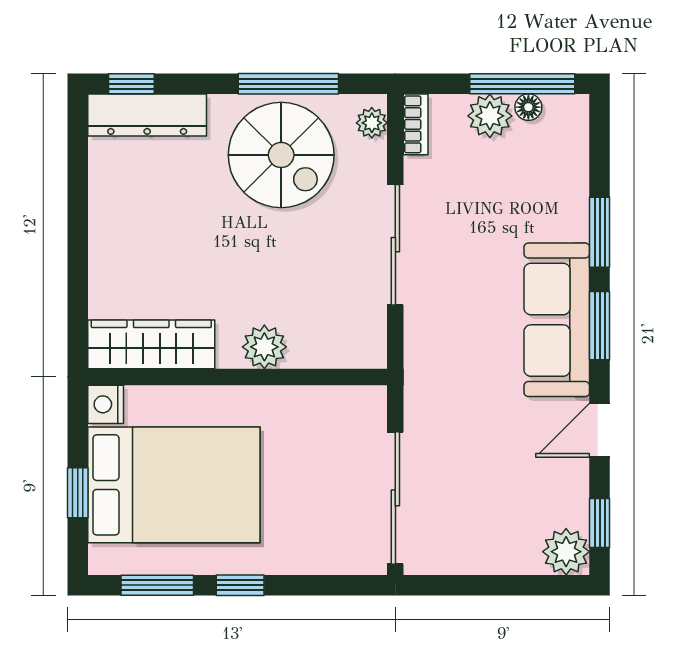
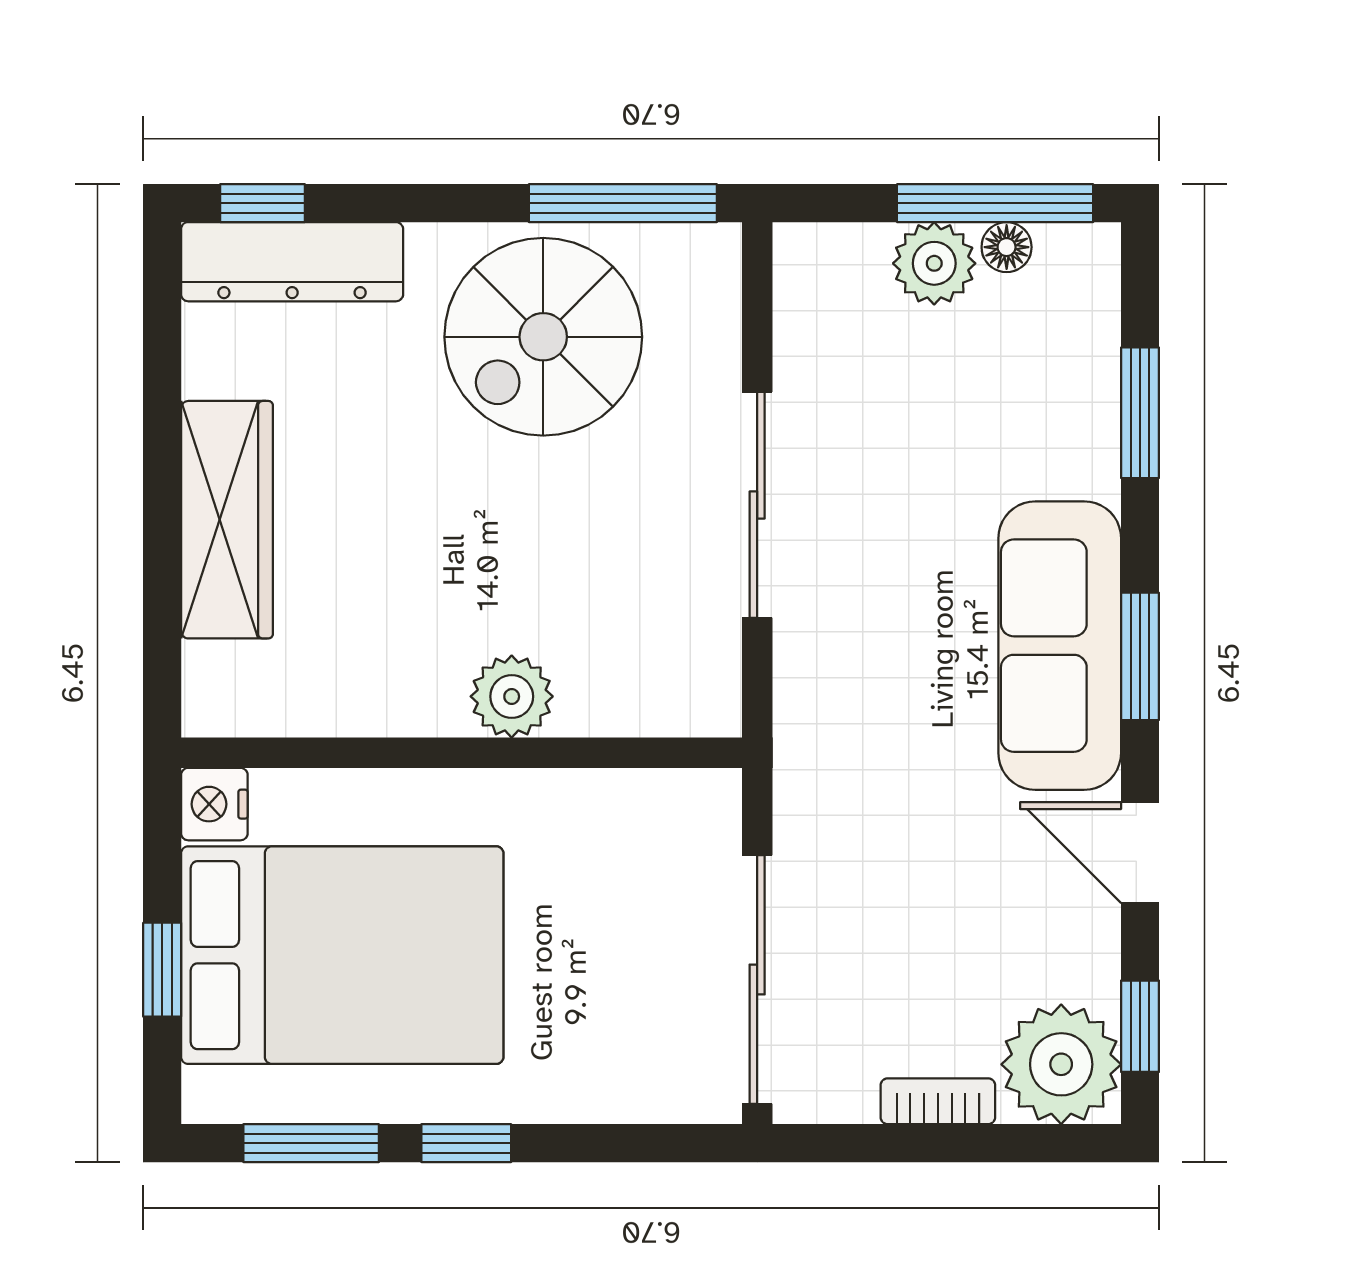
window: (288, 84) -> (623, 203), moved
plant: (372, 123) -> (713, 276), removed
bookcase: (416, 124) -> (938, 1101), moved, turned -90
spiral stairs: (281, 155) -> (543, 337), turned 90
window: (600, 232) -> (1140, 413), moved
wardrobe: (151, 344) -> (227, 520), moved, turned 90
door: (600, 430) -> (1140, 853), hinge flipped
plant: (566, 552) -> (1061, 1064), width x1.36, depth x1.36

